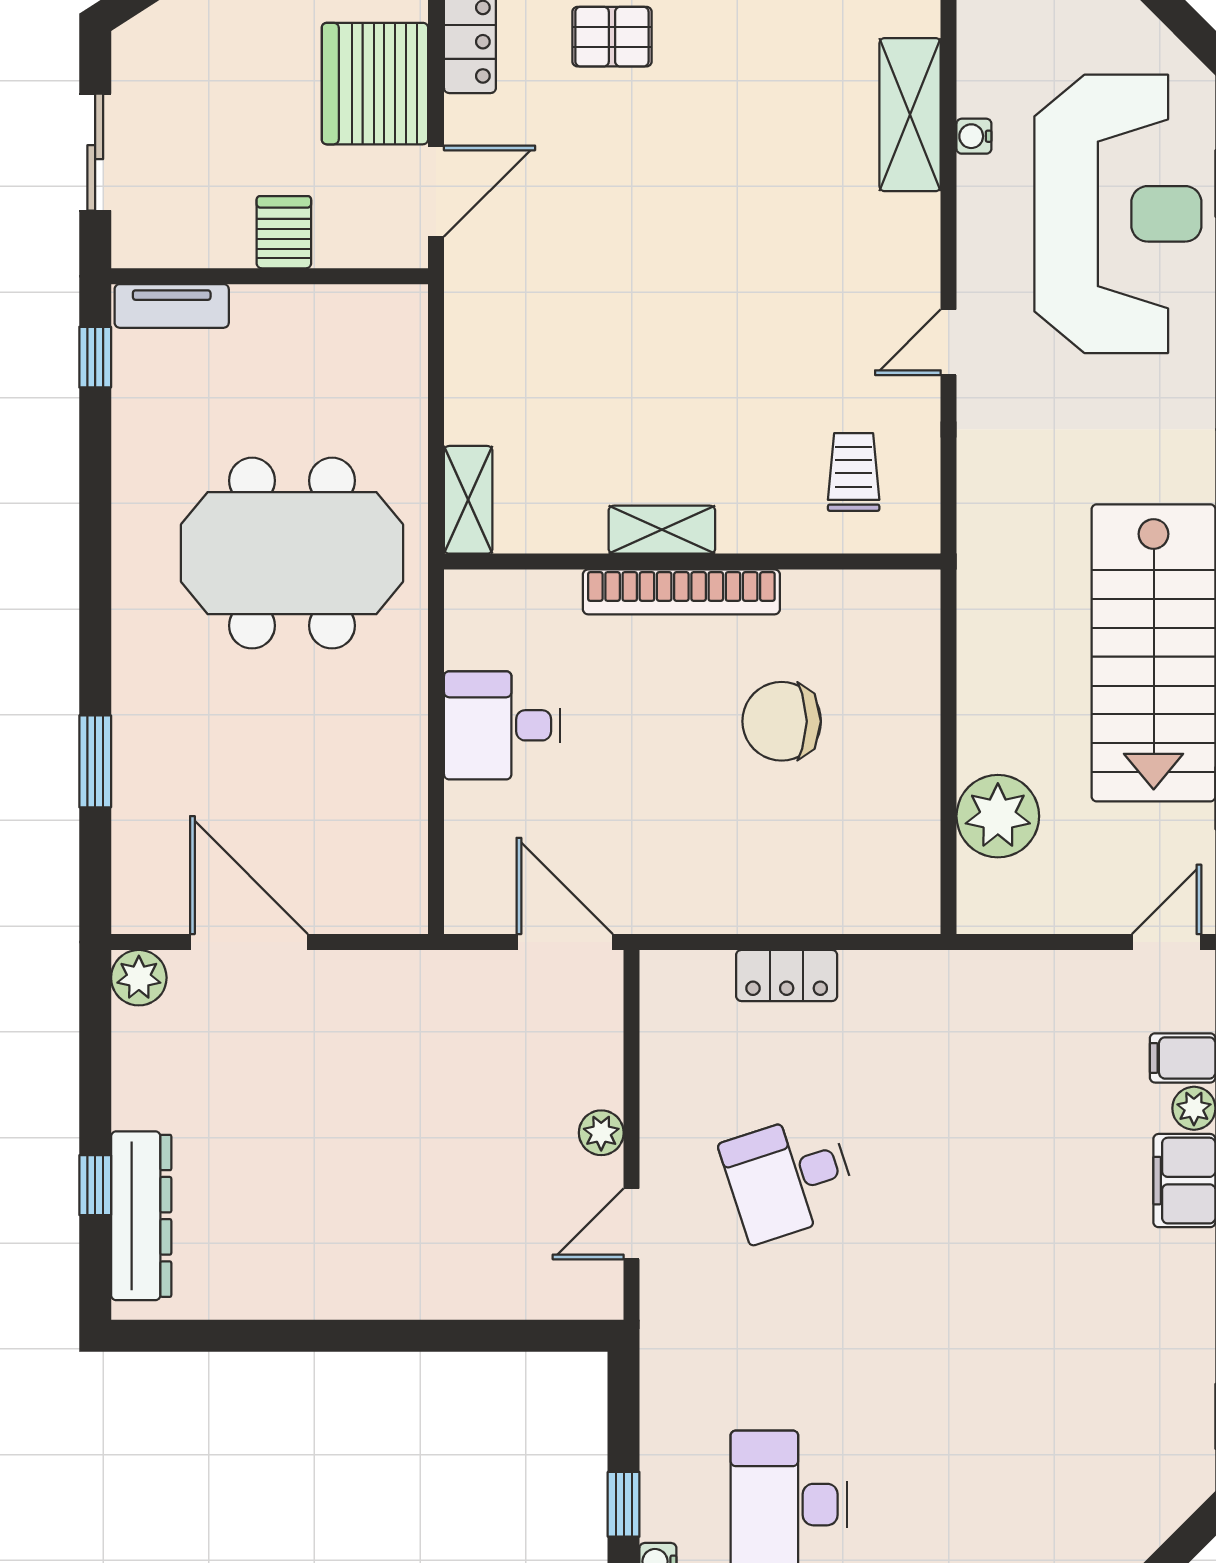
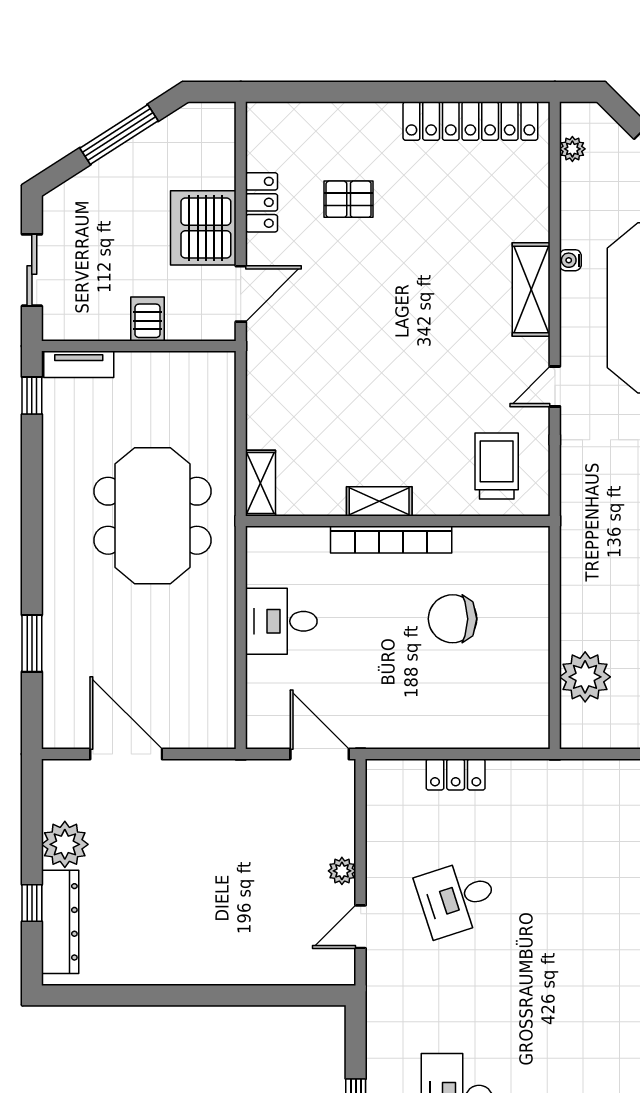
shelving: (910, 115) -> (531, 289), moved
trolley: (854, 472) -> (497, 466), width x1.36, depth x1.39
meeting table: (292, 553) -> (152, 516), turned 90
plant: (139, 978) -> (65, 844), moved, width x1.36, depth x1.36

